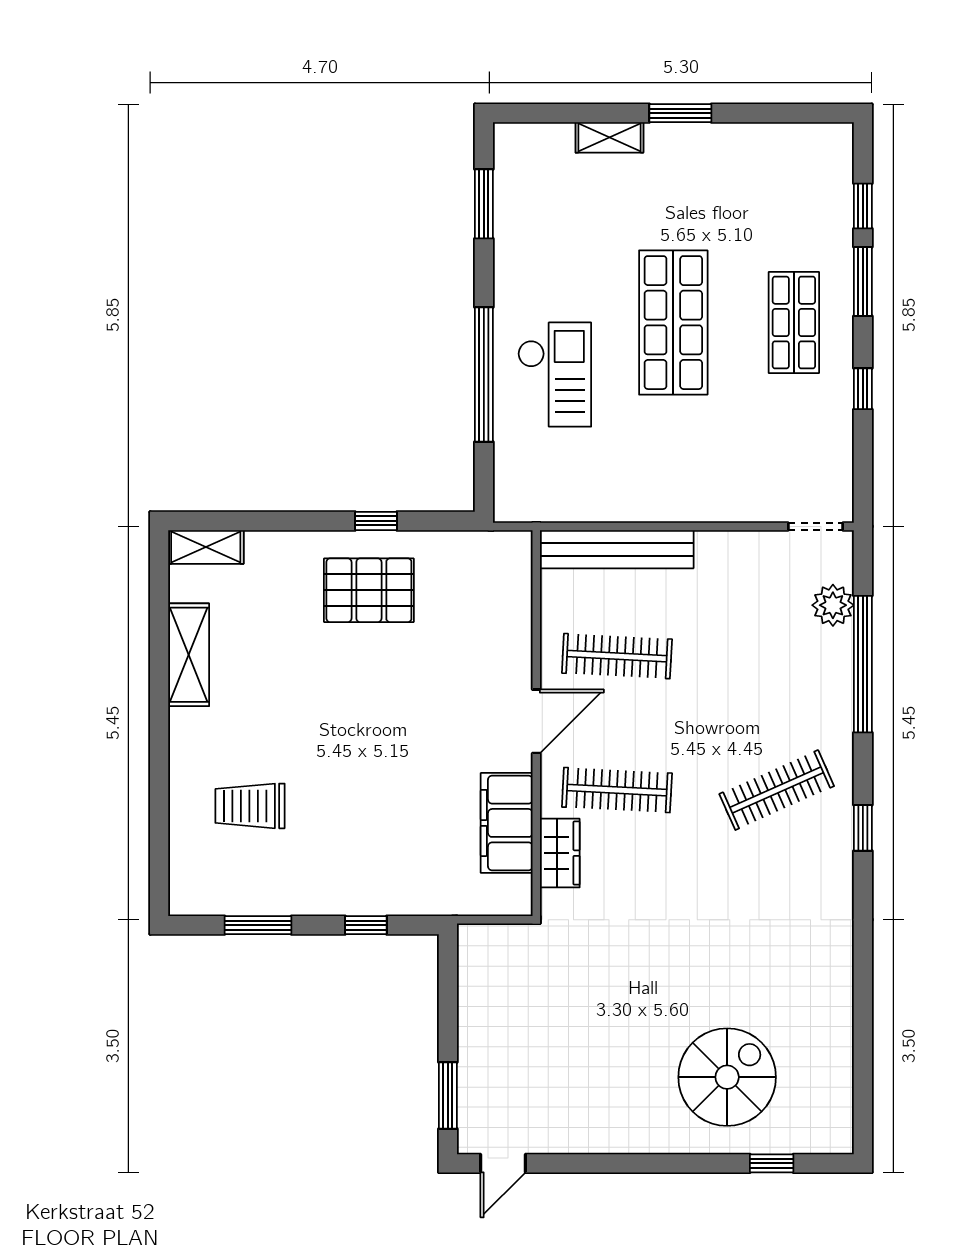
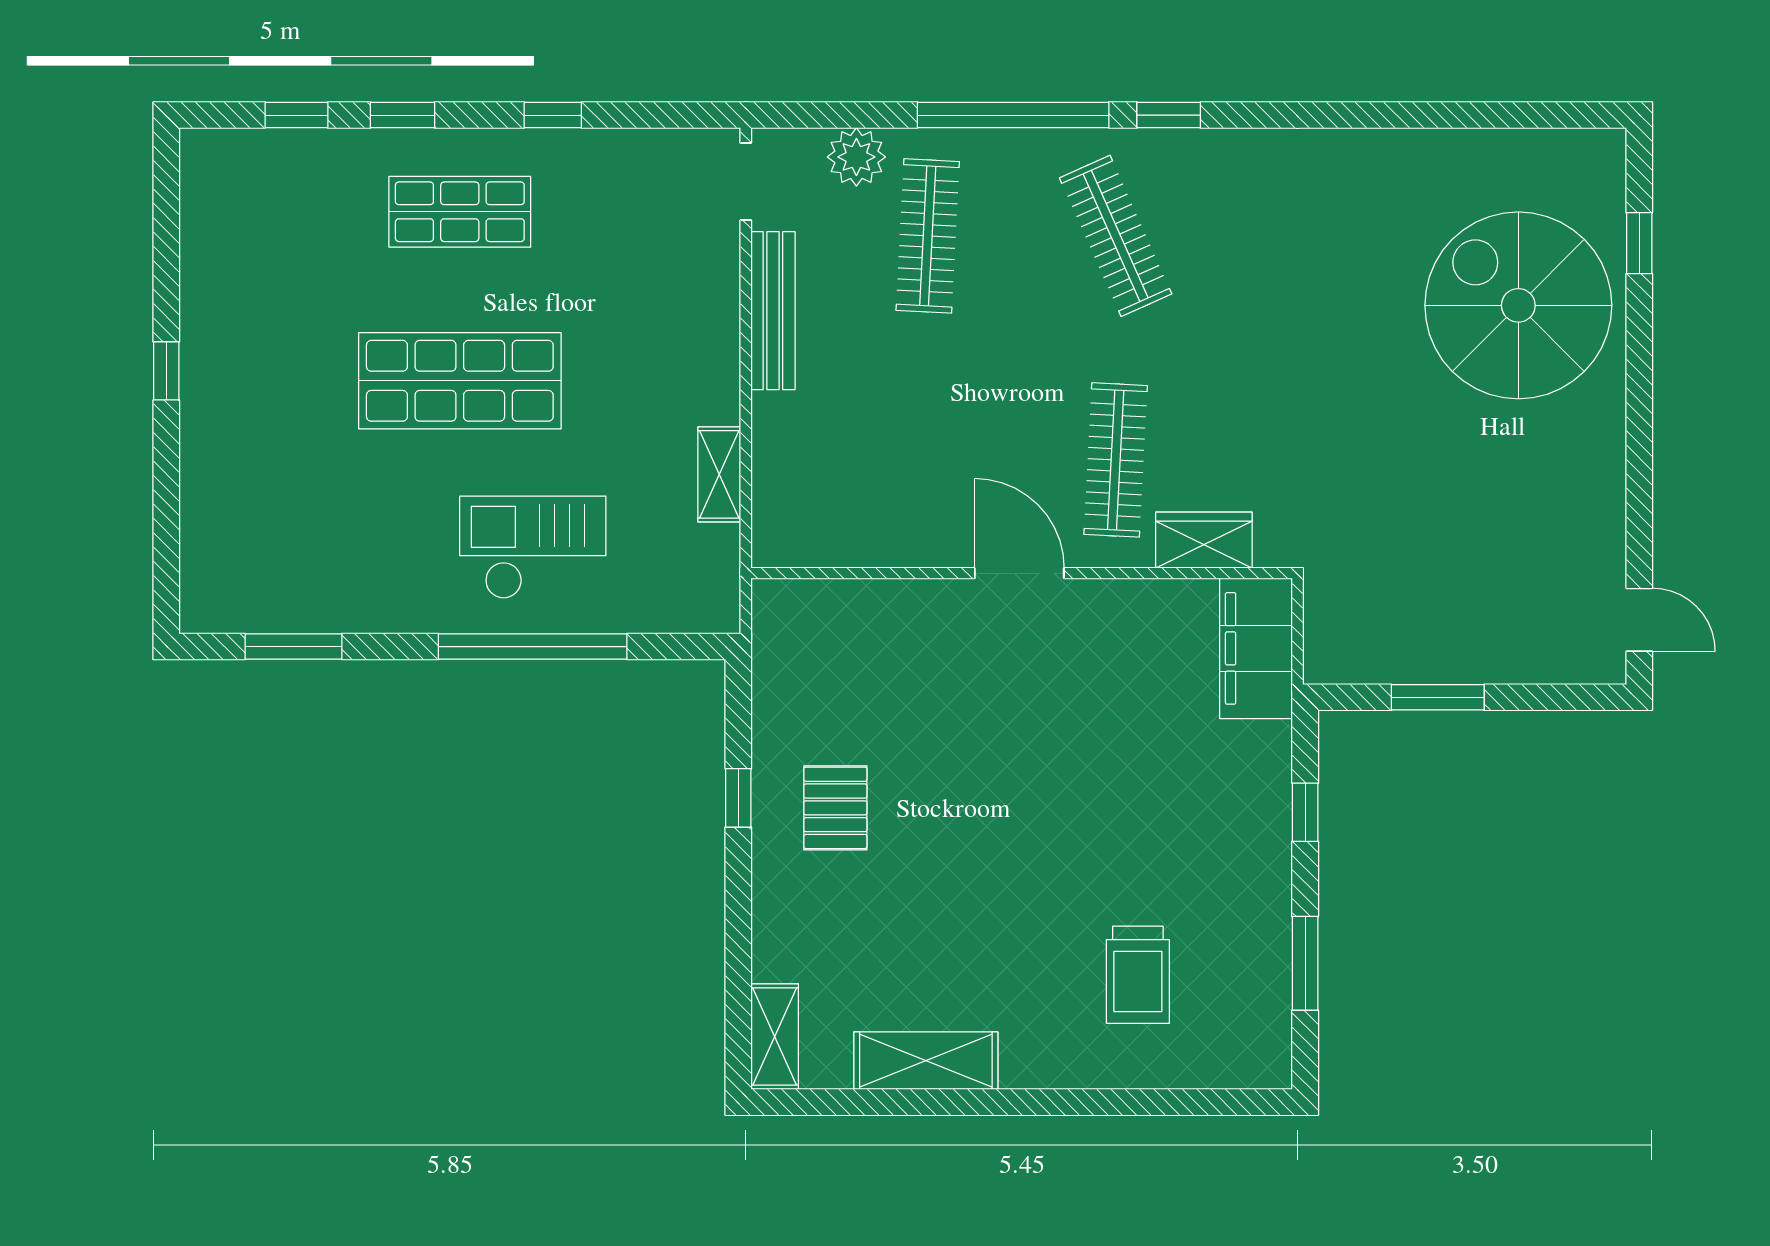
window: (680, 113) -> (166, 371), width x0.67
shelving: (609, 137) -> (719, 474), moved
window: (863, 282) -> (402, 115), width x0.67
bench: (617, 549) -> (773, 311), moved, width x0.73, depth x0.82
pallet: (369, 590) -> (835, 808), width x0.67, depth x0.71
clothes rail: (617, 656) -> (928, 236), moved
window: (863, 664) -> (1013, 115), moved
filing cabinet: (507, 823) -> (1256, 648), moved, turned 90
spiral stairs: (727, 1077) -> (1518, 305), width x1.37, depth x1.37
window: (448, 1096) -> (1438, 697), moved

